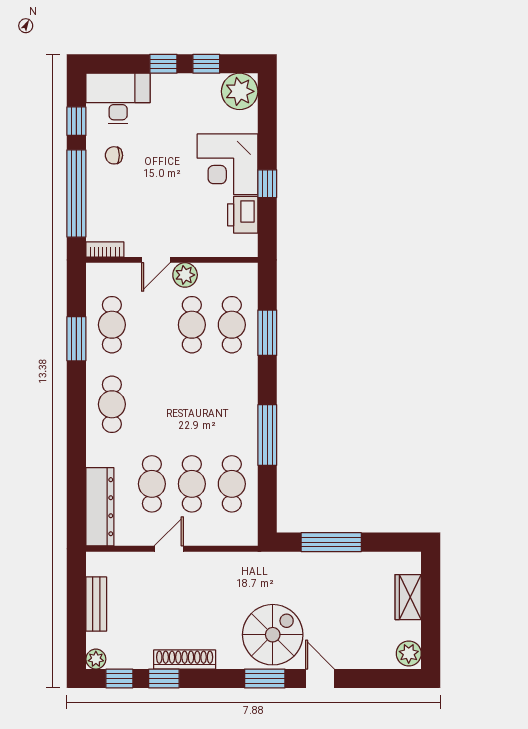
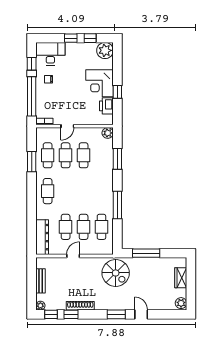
plant: (185, 275) -> (108, 133), moved
cafe table: (232, 325) -> (66, 155), moved
spiral stairs: (273, 635) -> (116, 273), moved, turned 90

